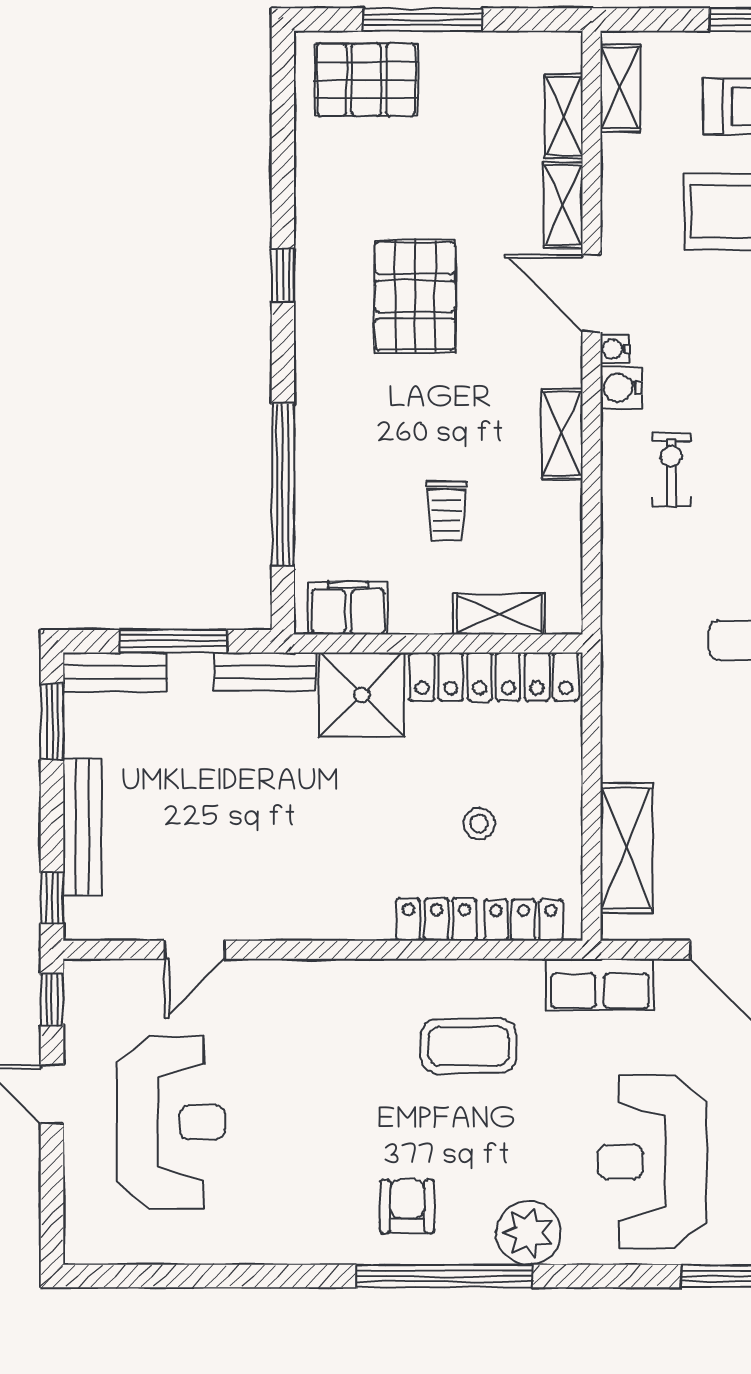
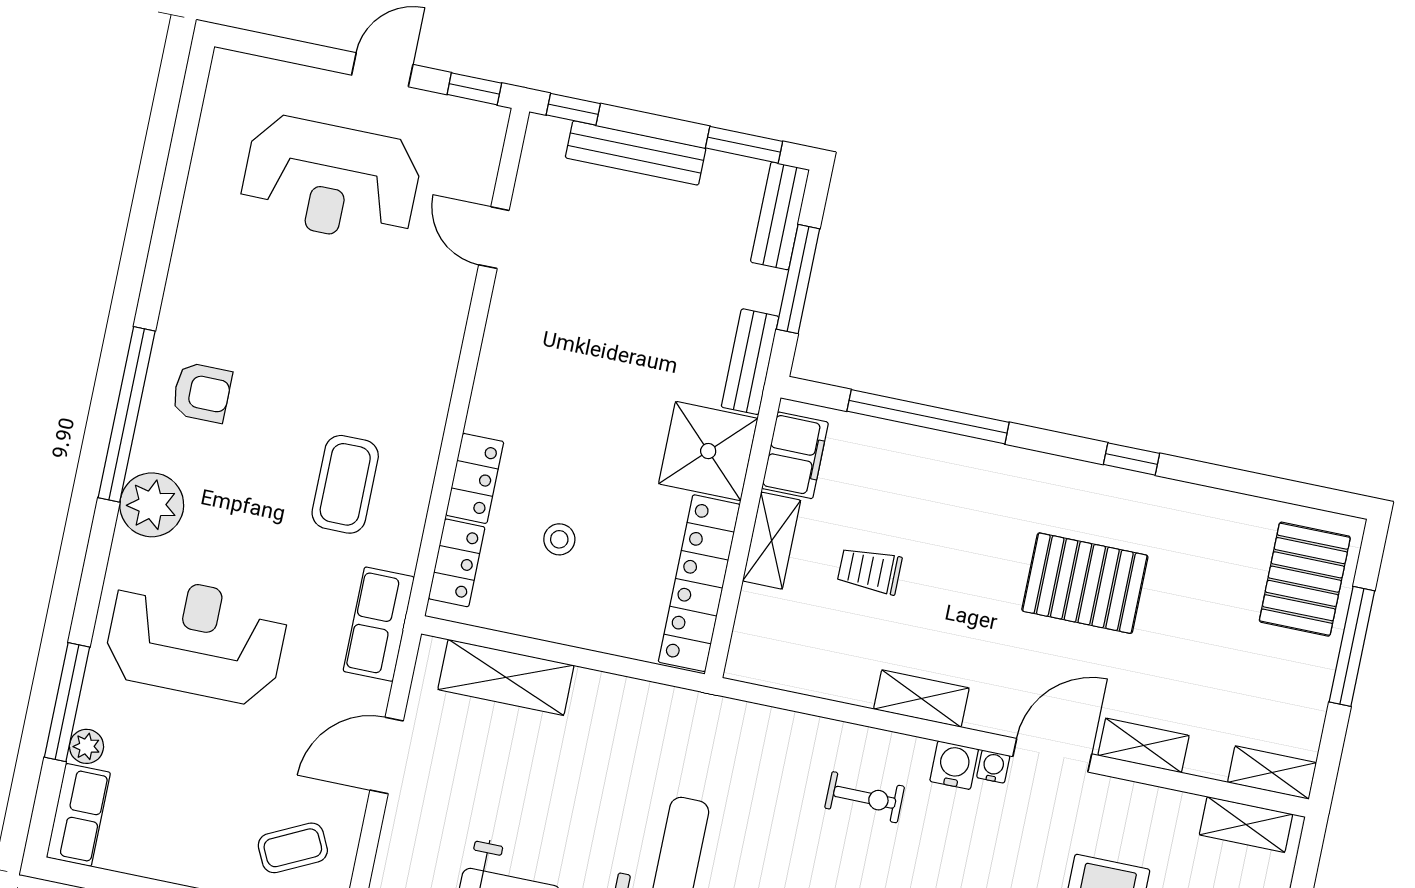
shelving: (564, 116) -> (1272, 773), moved
shelving: (499, 614) -> (772, 541), moved

